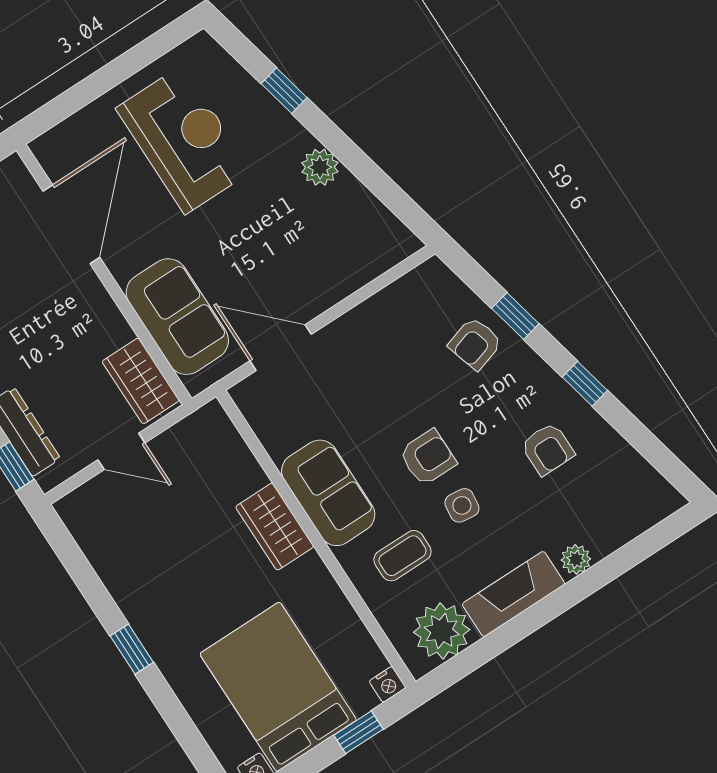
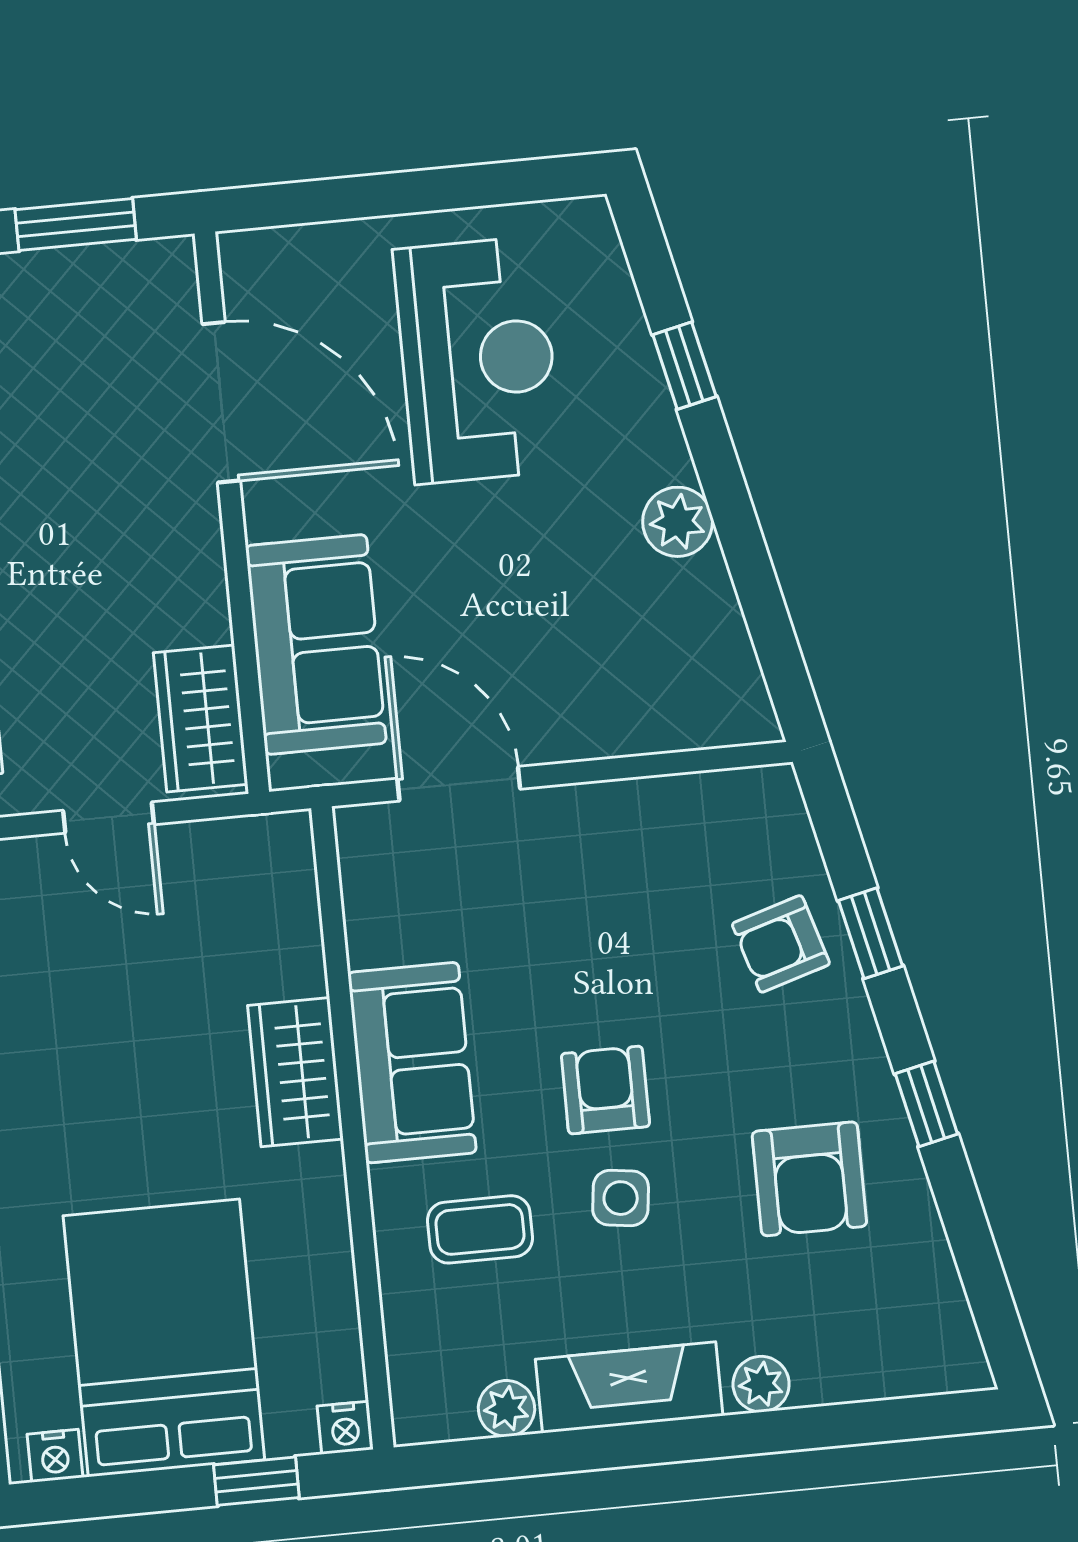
door: (71, 224) -> (221, 402), hinge flipped
armchair: (548, 449) -> (809, 1179), width x1.38, depth x1.38
armchair: (428, 457) -> (605, 1090), turned -90
plant: (442, 631) -> (506, 1408), width x0.53, depth x0.53

